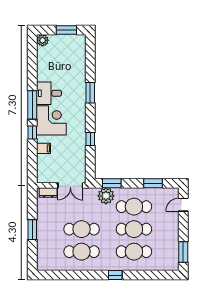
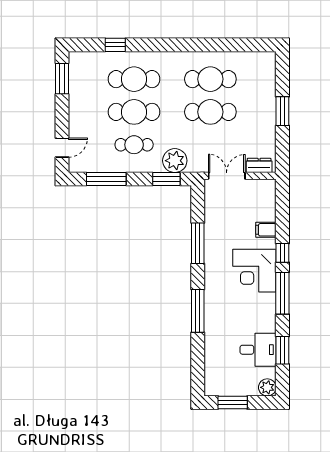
window: (32, 66) -> (282, 350), added
desk: (49, 93) -> (258, 350), moved
window: (90, 93) -> (198, 311), width x1.44
window: (90, 139) -> (198, 243), width x2.17
window: (153, 183) -> (106, 179), width x1.44
cafe table: (134, 207) -> (134, 145), width x0.73, depth x0.74
window: (115, 275) -> (115, 45), moved

